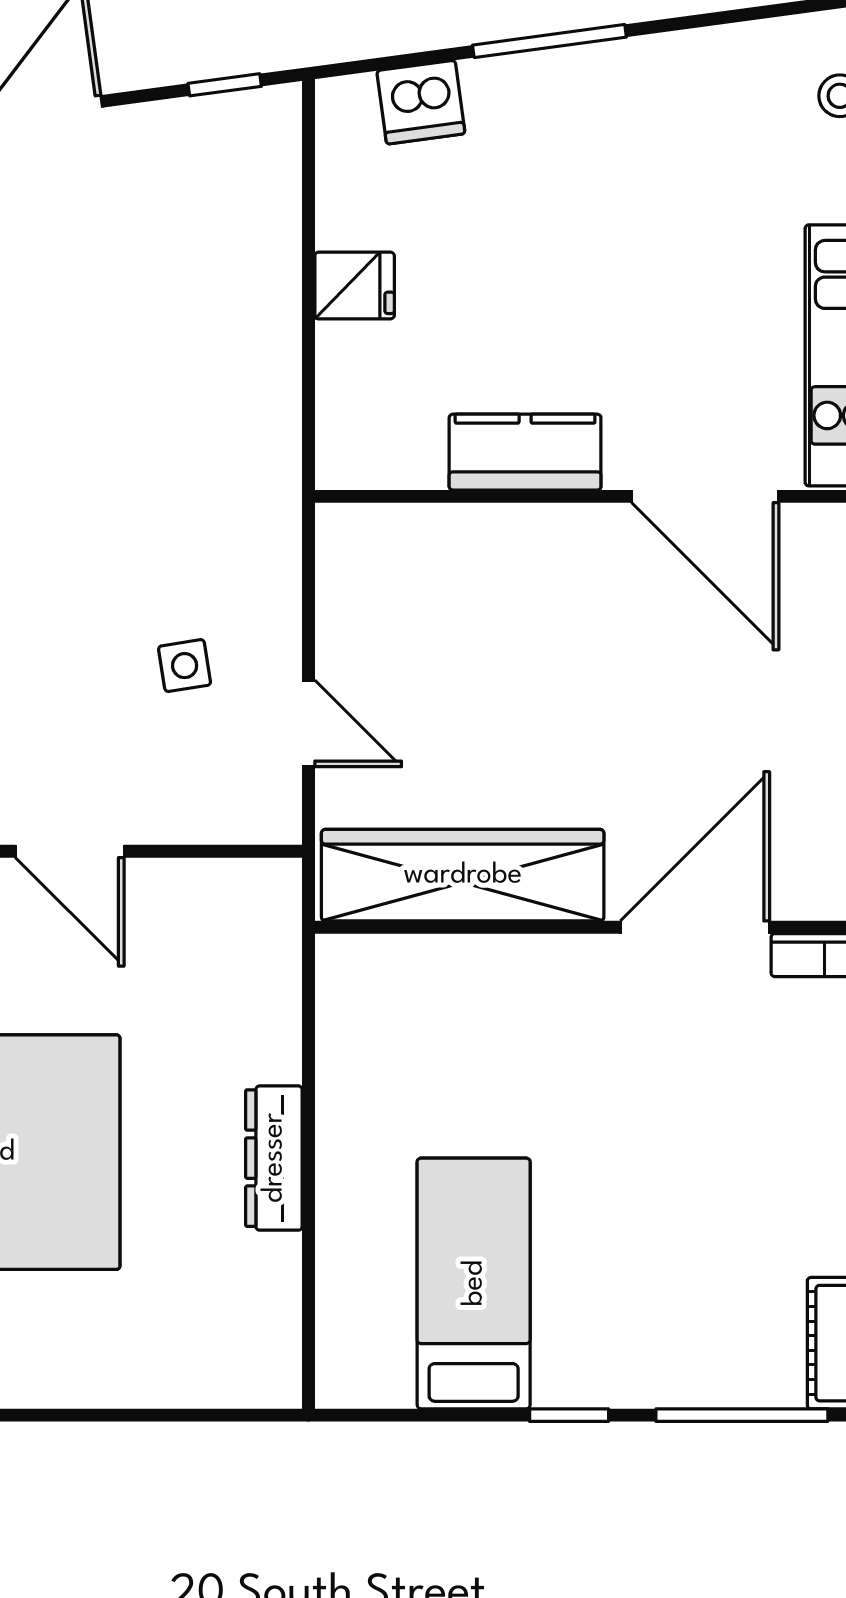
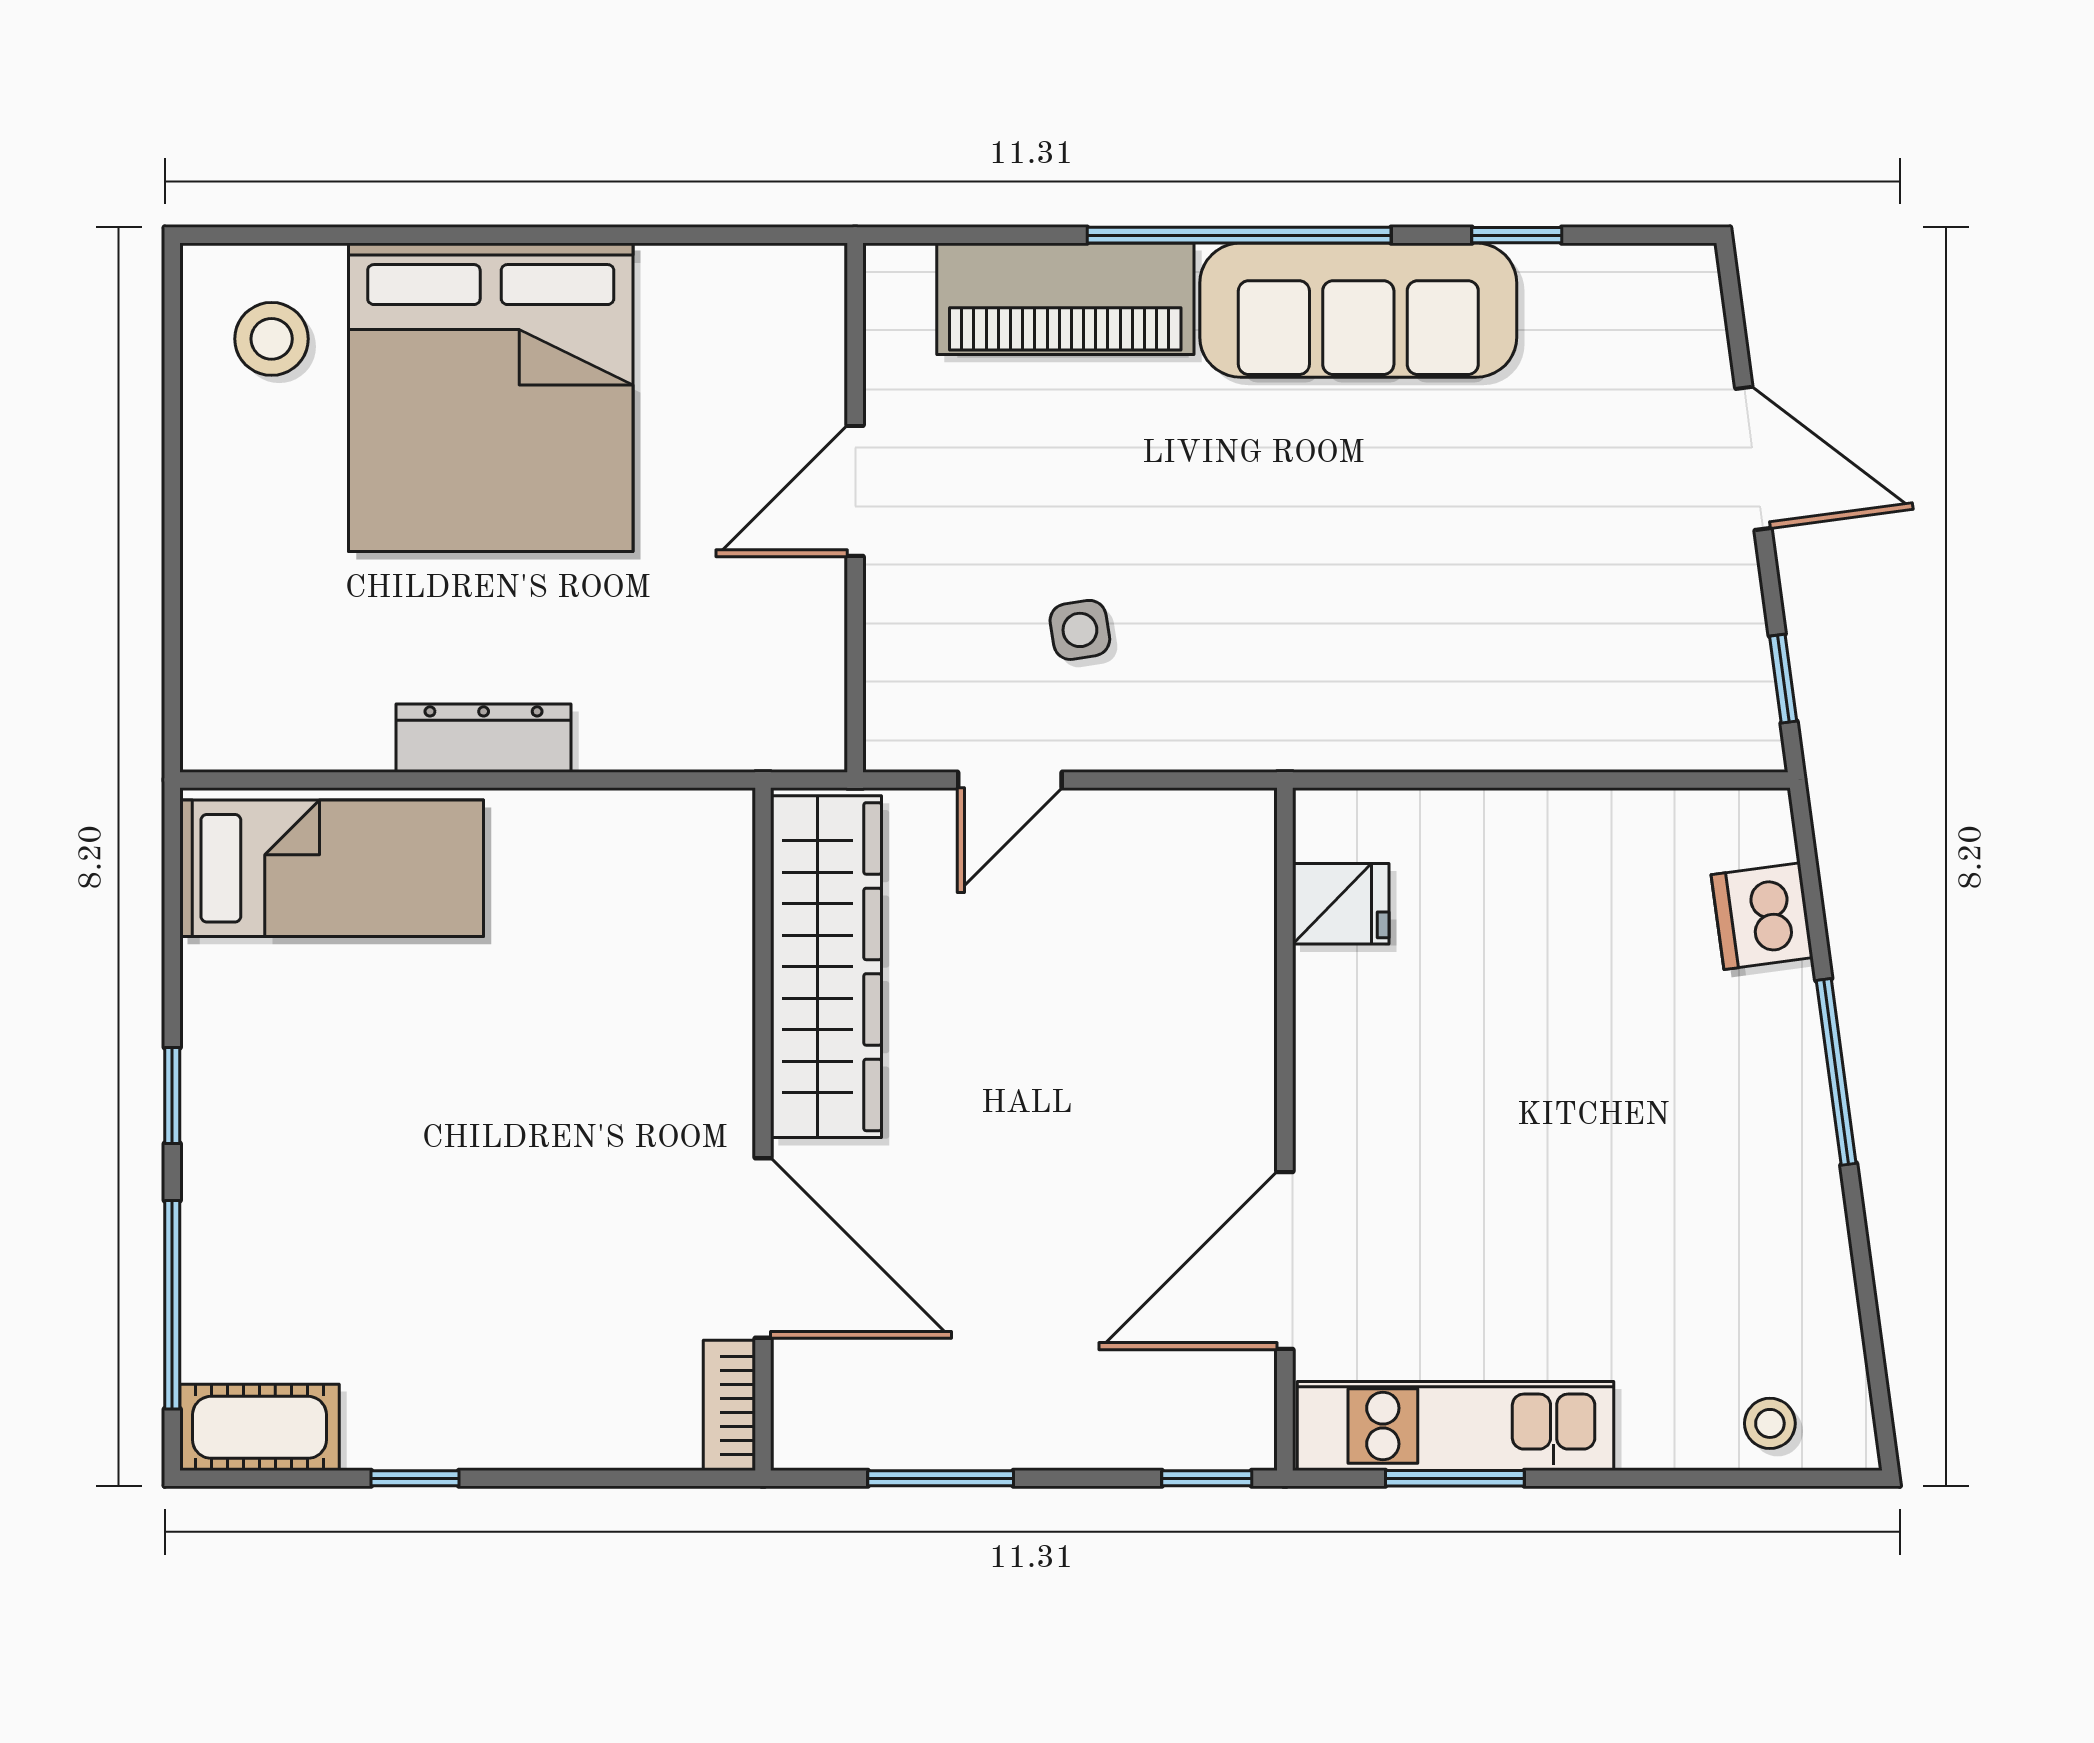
fridge: (355, 286) -> (1341, 904), moved, turned -90
kitchen counter: (525, 452) -> (1338, 1042), removed
bed: (474, 1283) -> (332, 868), moved

